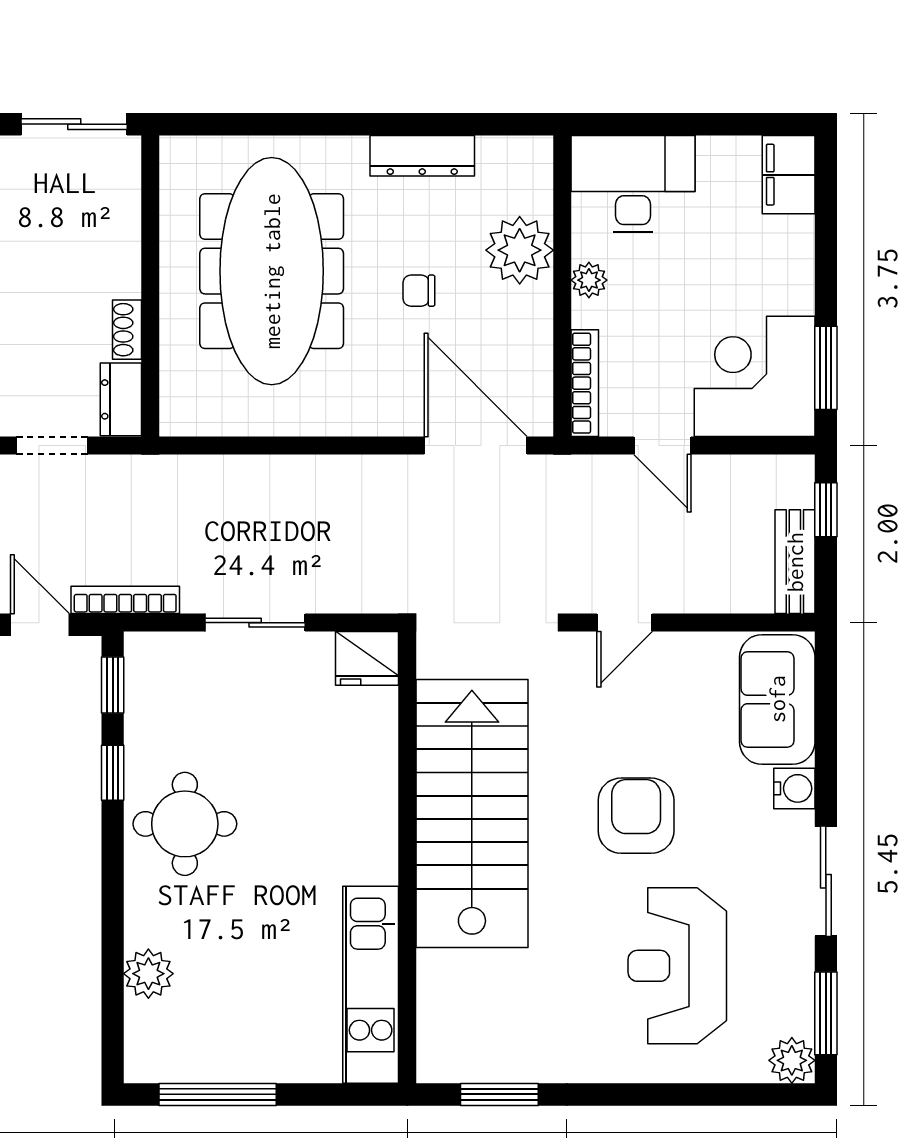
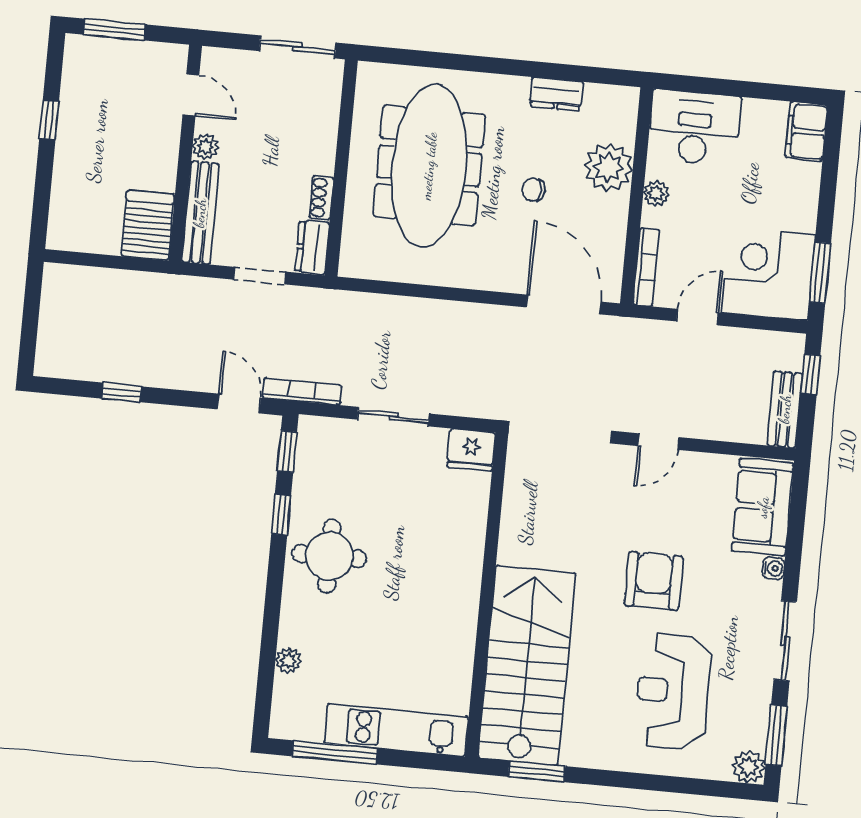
dresser: (422, 156) -> (556, 94), width x0.70
door: (662, 445) -> (697, 317), swing flipped
water cooler: (794, 788) -> (773, 568), width x0.72, depth x0.72
stairs: (472, 813) -> (527, 665), moved
plant: (148, 974) -> (288, 661), width x0.73, depth x0.73
kitchen unit: (371, 985) -> (396, 730), moved, turned 90

